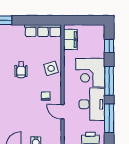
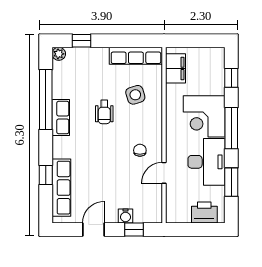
side table: (51, 68) -> (135, 95), moved
door: (63, 112) -> (164, 173), hinge flipped
window: (109, 118) -> (231, 182), width x0.69

